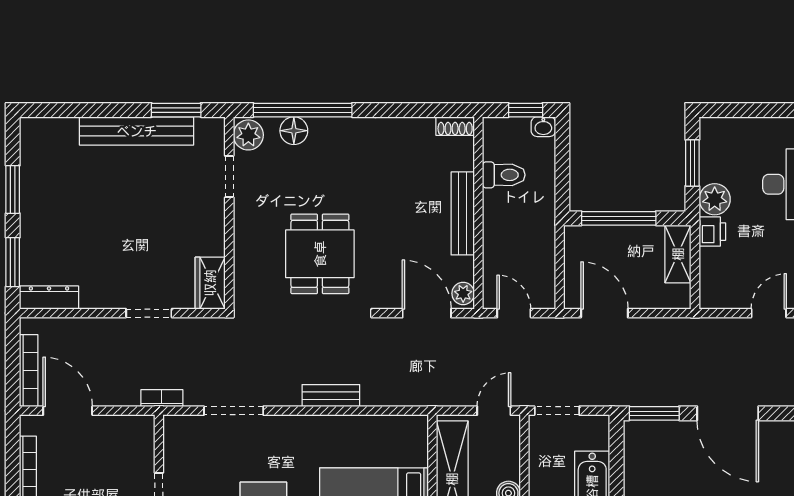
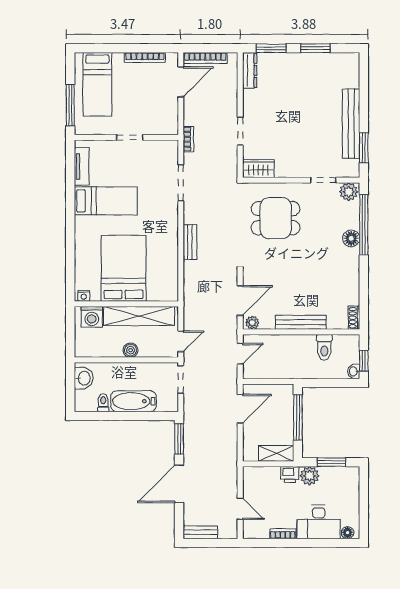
floor lamp: (294, 131) -> (351, 238), moved
dining table: (320, 254) -> (276, 218), moved
door: (494, 411) -> (181, 341), hinge flipped

